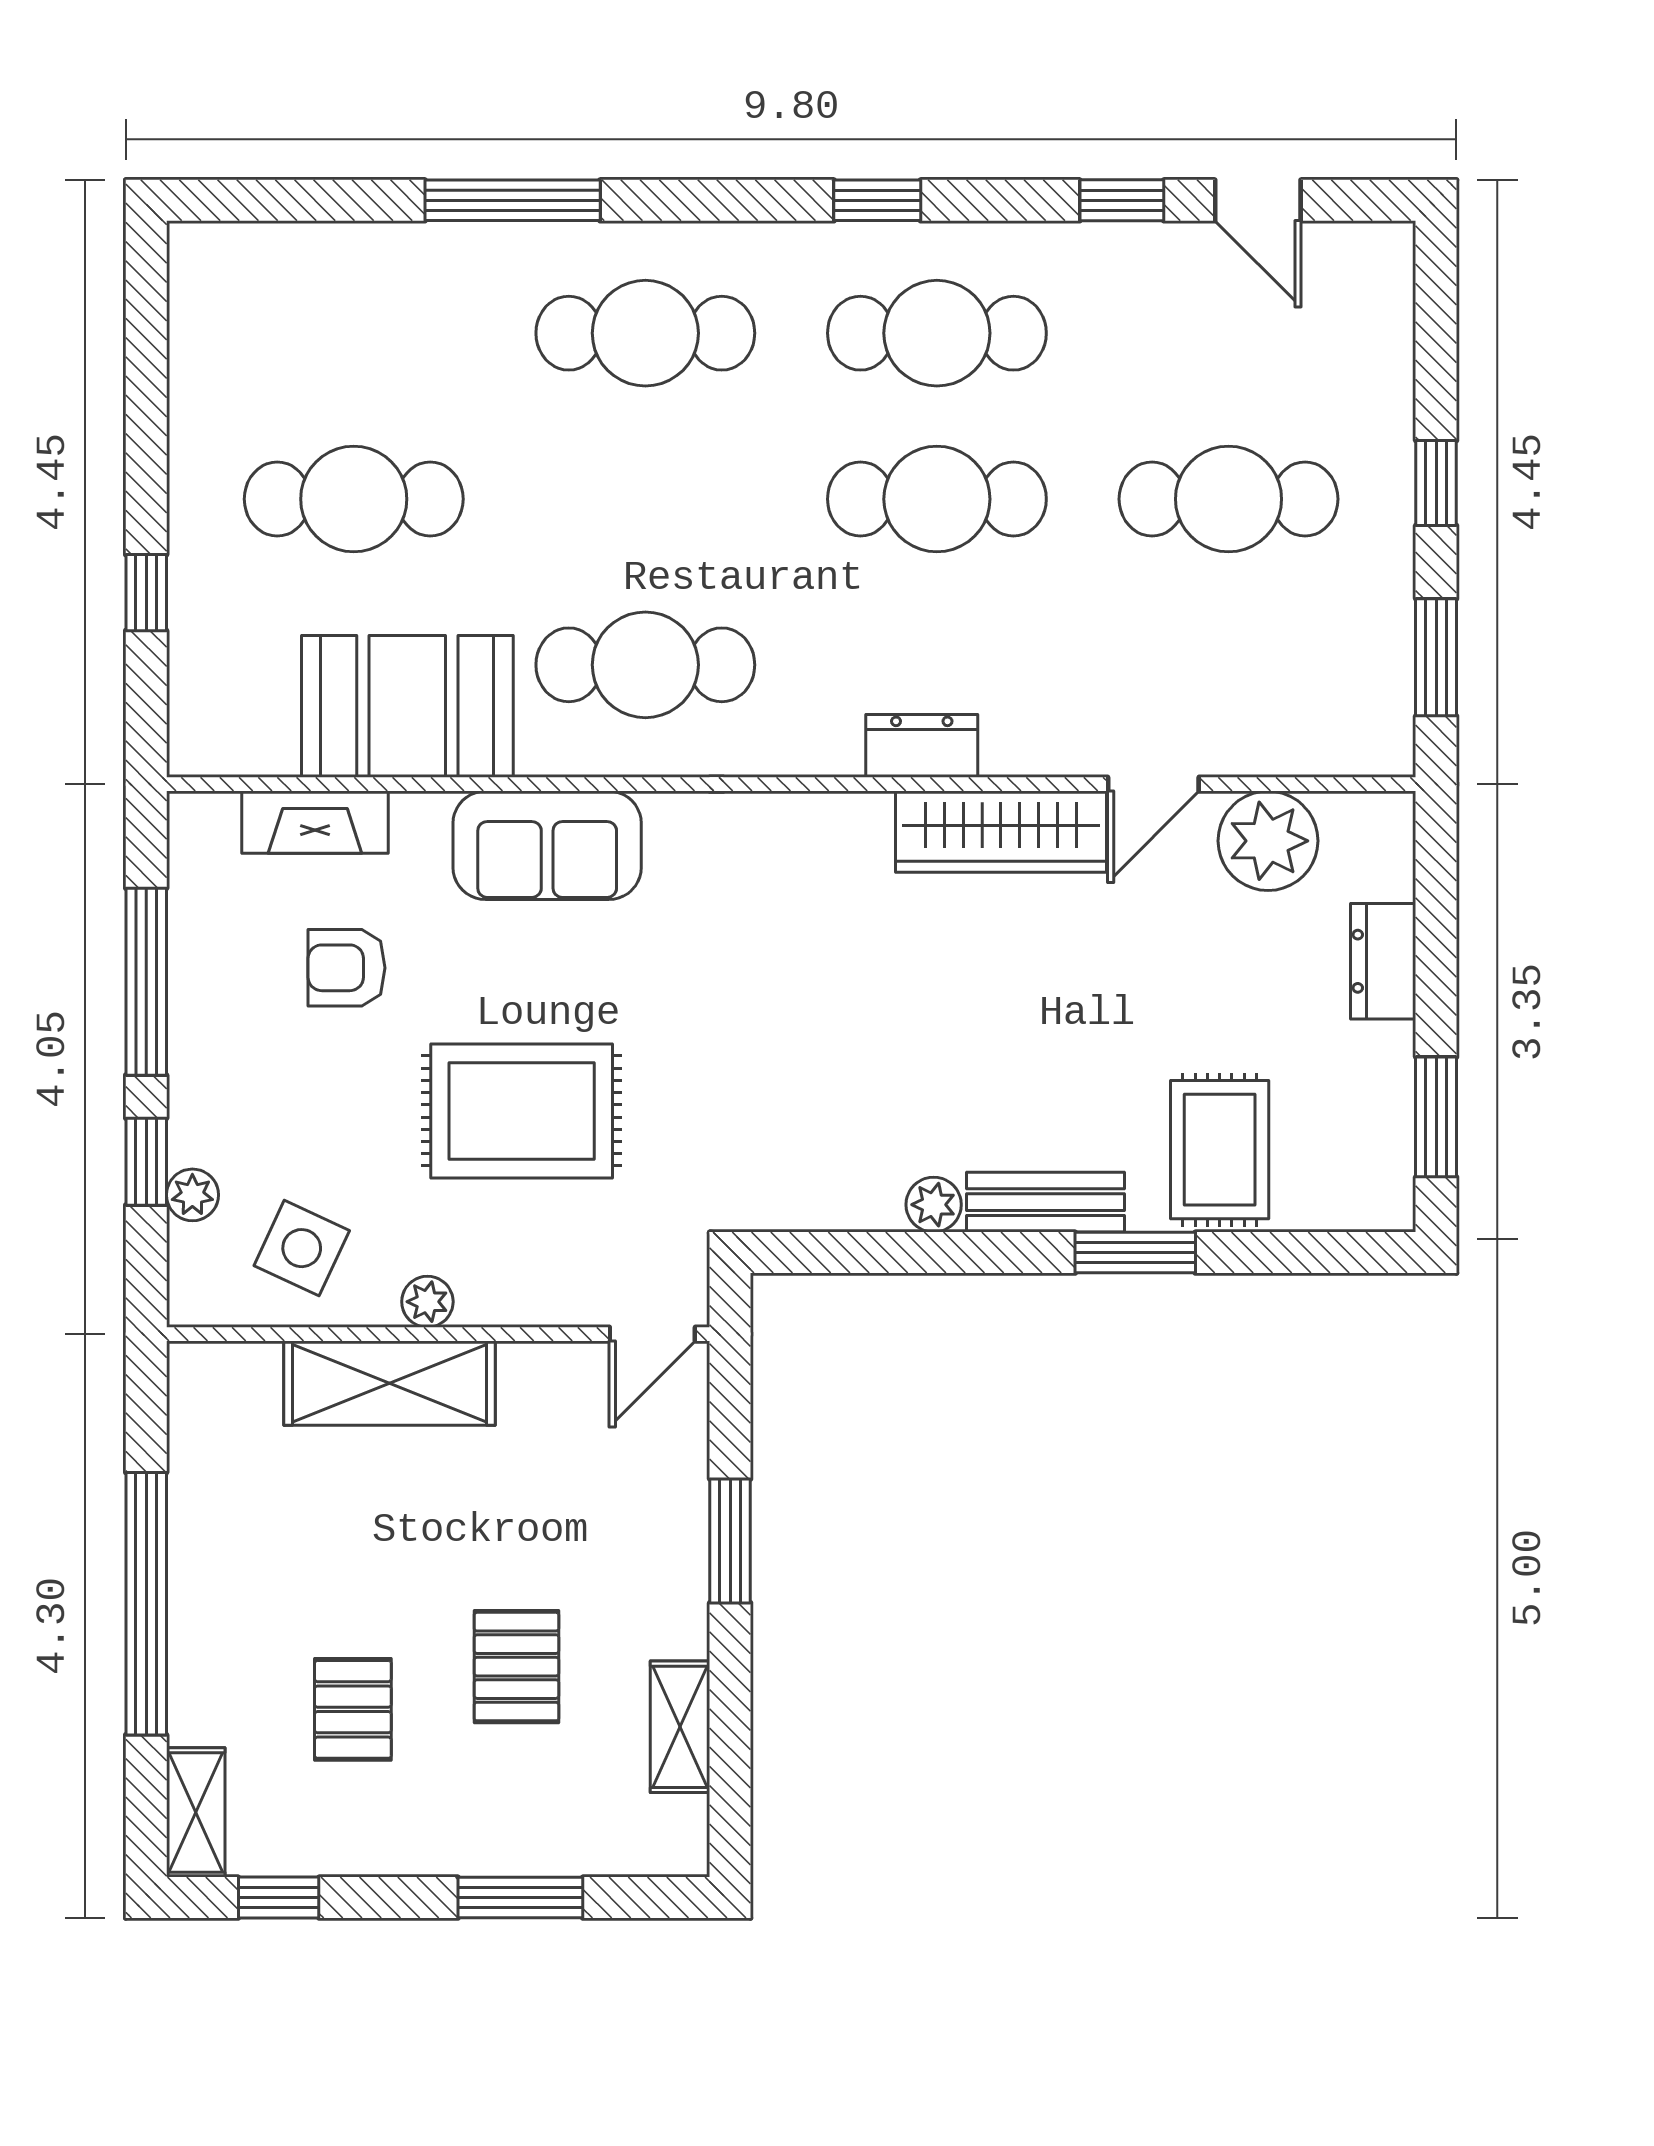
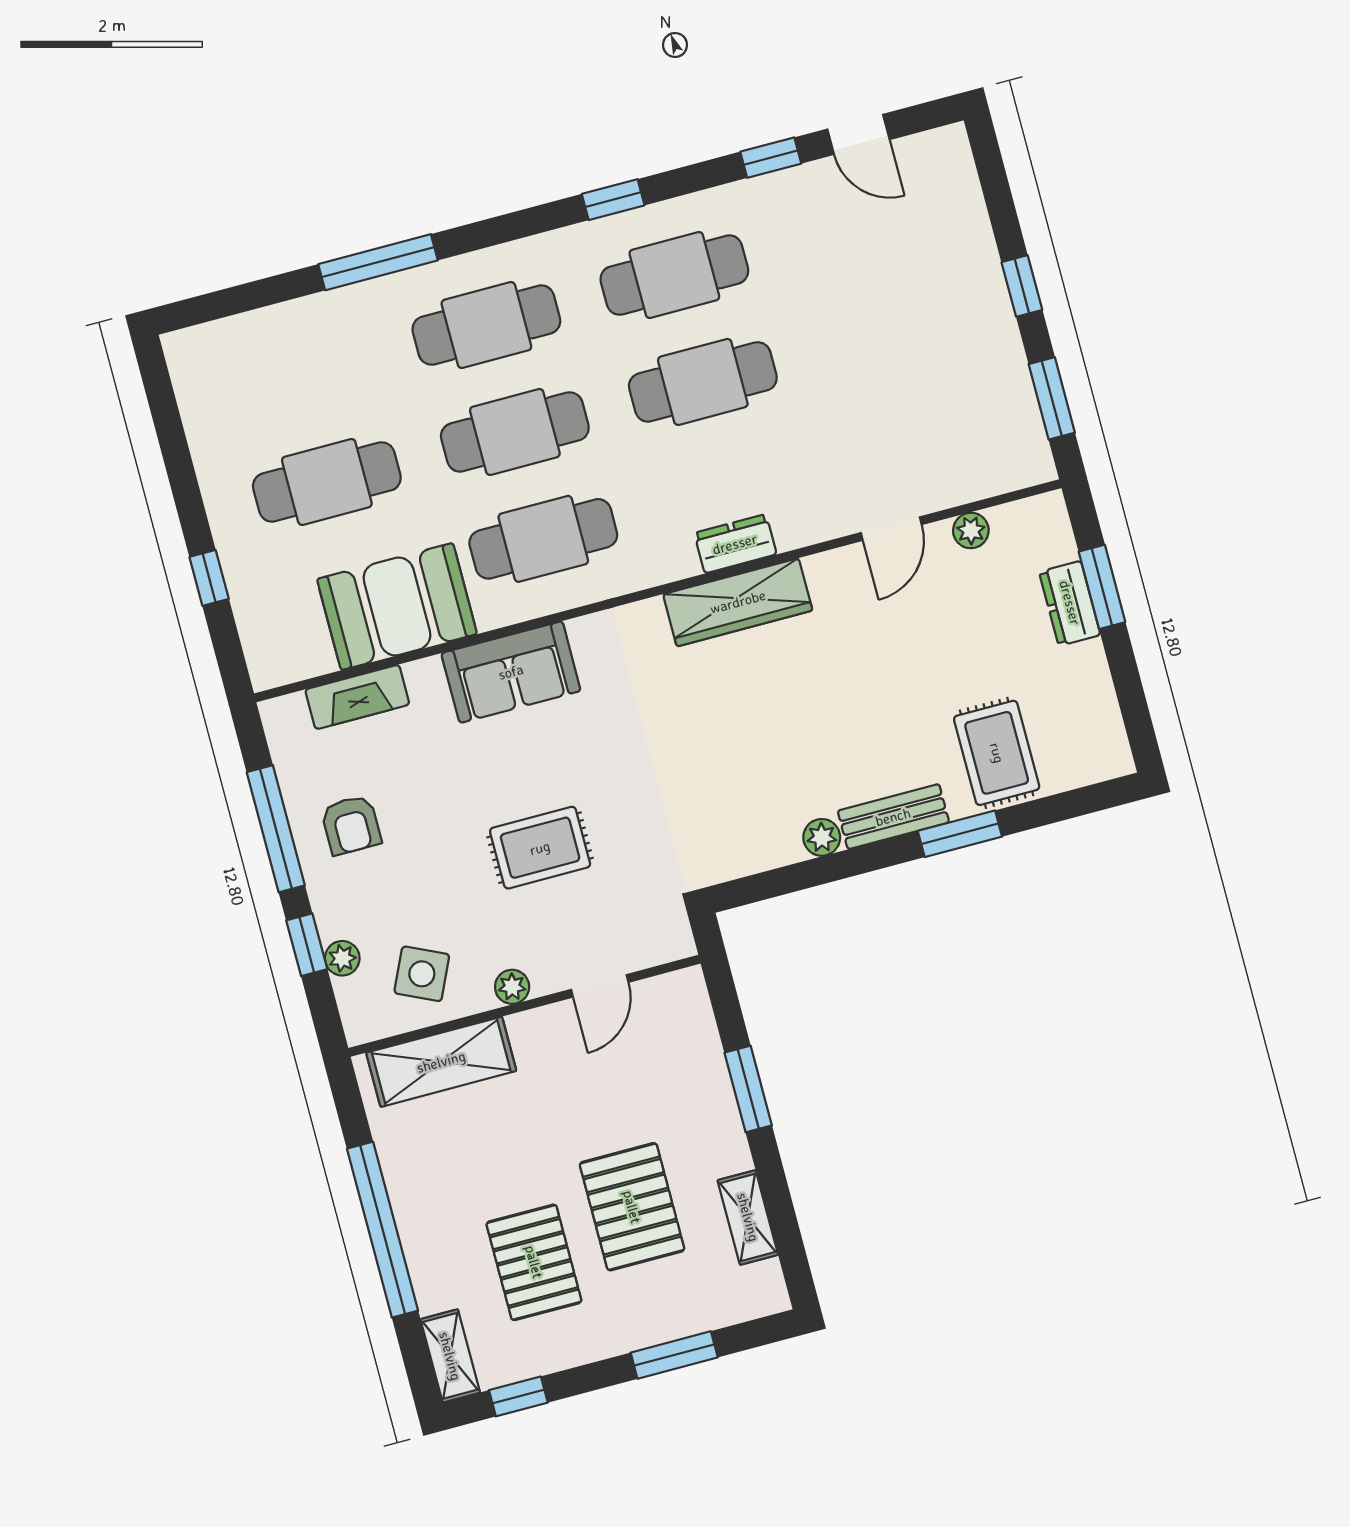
cafe table: (1229, 499) -> (515, 432), moved
wardrobe: (1001, 832) -> (738, 602), moved
plant: (1268, 841) -> (971, 530), width x0.53, depth x0.53
armchair: (347, 968) -> (351, 825), moved, turned -90
rug: (522, 1111) -> (540, 848), width x0.73, depth x0.70
window: (1436, 1117) -> (1102, 587), moved
door: (652, 1334) -> (600, 986), moved
shelving: (389, 1383) -> (441, 1062), moved
pallet: (516, 1667) -> (632, 1207), width x1.50, depth x1.42
pallet: (353, 1709) -> (534, 1262), width x1.50, depth x1.42

